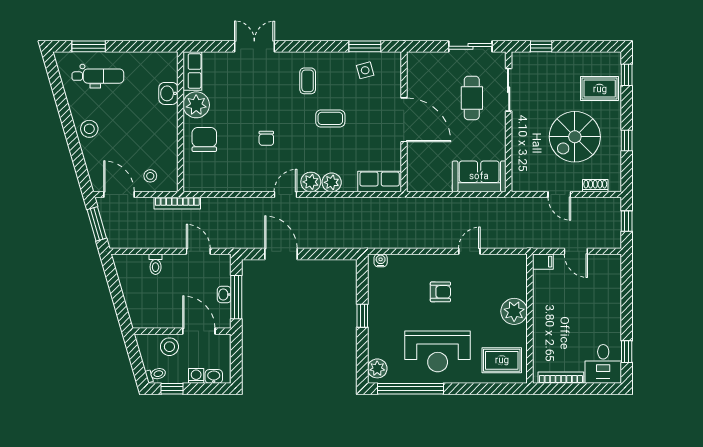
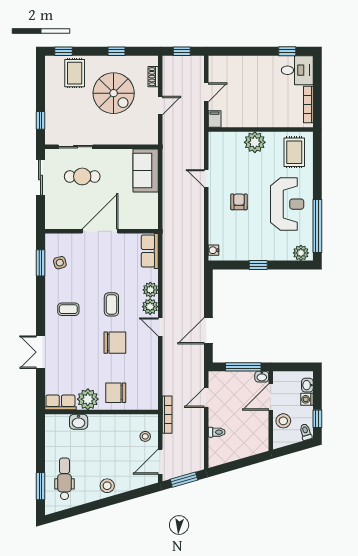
coffee table: (330, 118) -> (111, 304), moved
chair: (266, 138) -> (115, 343), width x1.87, depth x1.87
washbasin: (224, 295) -> (262, 377), moved

